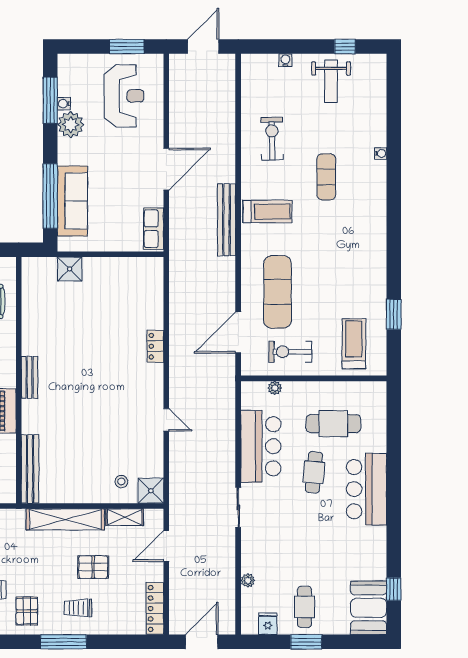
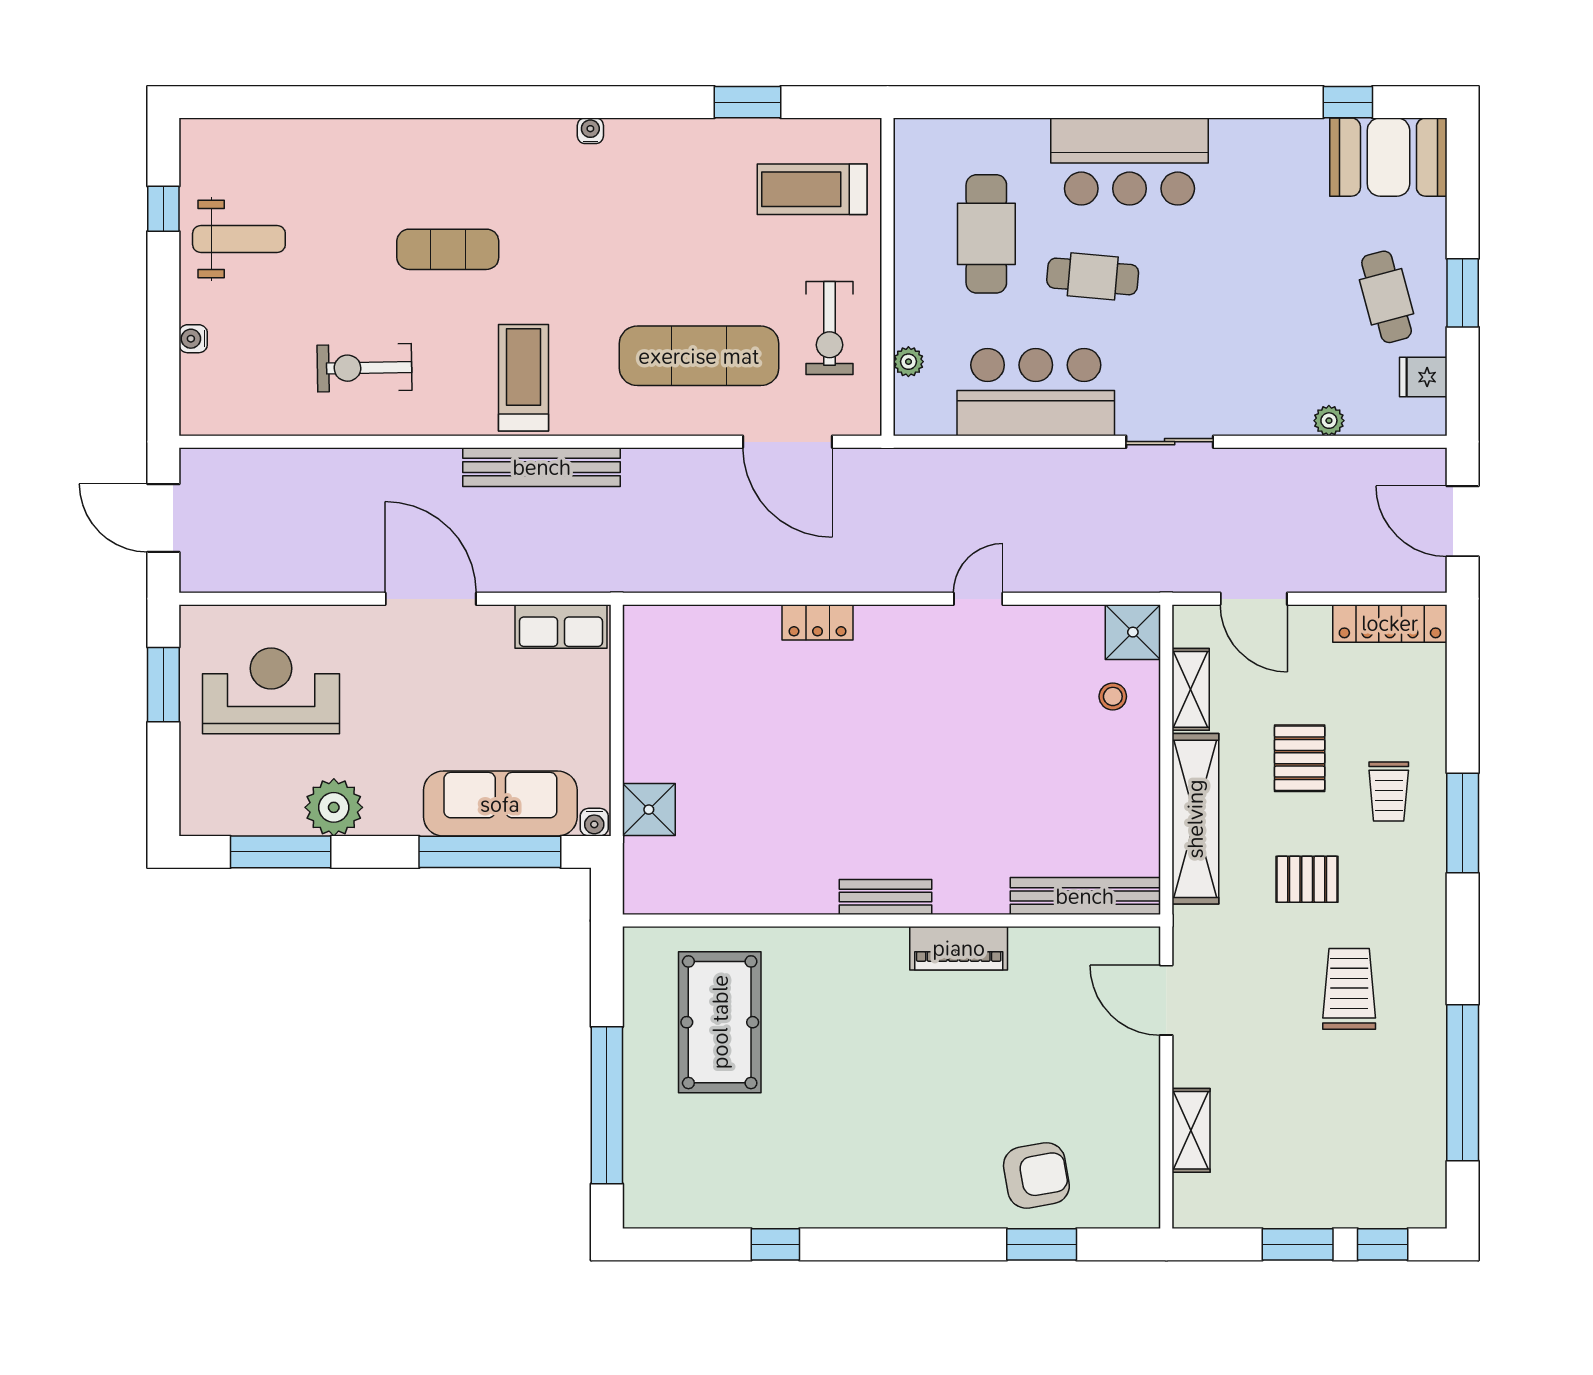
water cooler: (64, 104) -> (594, 822), moved
water cooler: (381, 153) -> (590, 131), moved
cafe table: (305, 607) -> (1387, 297), turned 75
pallet: (27, 611) -> (1307, 879), moved

